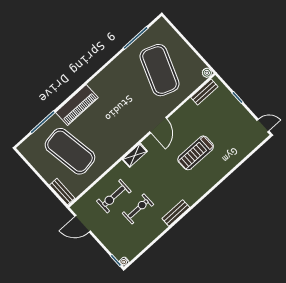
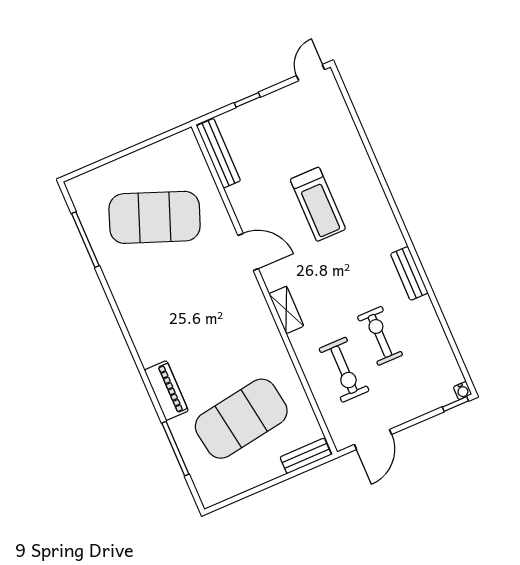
plant: (207, 73) -> (187, 138), removed
bench: (204, 92) -> (219, 153), width x1.36
piano: (77, 105) -> (166, 391), width x0.73, depth x0.75

